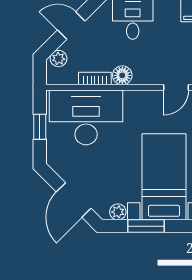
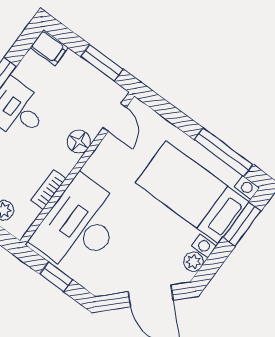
floor lamp: (122, 75) -> (79, 142), moved
window: (146, 226) -> (242, 224), moved

